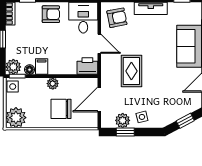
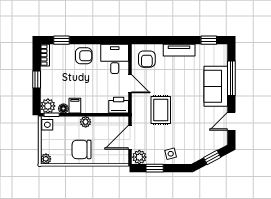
armchair: (117, 18) -> (147, 59), turned 101
chair: (61, 109) -> (82, 149), moved
plant: (16, 118) -> (46, 159), width x0.53, depth x0.53
plant: (123, 120) -> (139, 157), moved

